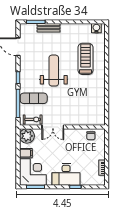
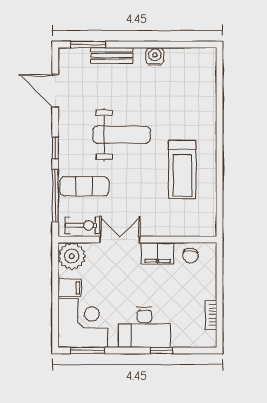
water cooler: (96, 28) -> (155, 56), moved
treadmill: (85, 59) -> (182, 170), moved, turned 180
weight bench: (54, 71) -> (122, 135), turned 90
double door: (53, 127) -> (120, 240), swing flipped
filing cabinet: (73, 134) -> (158, 253), added

